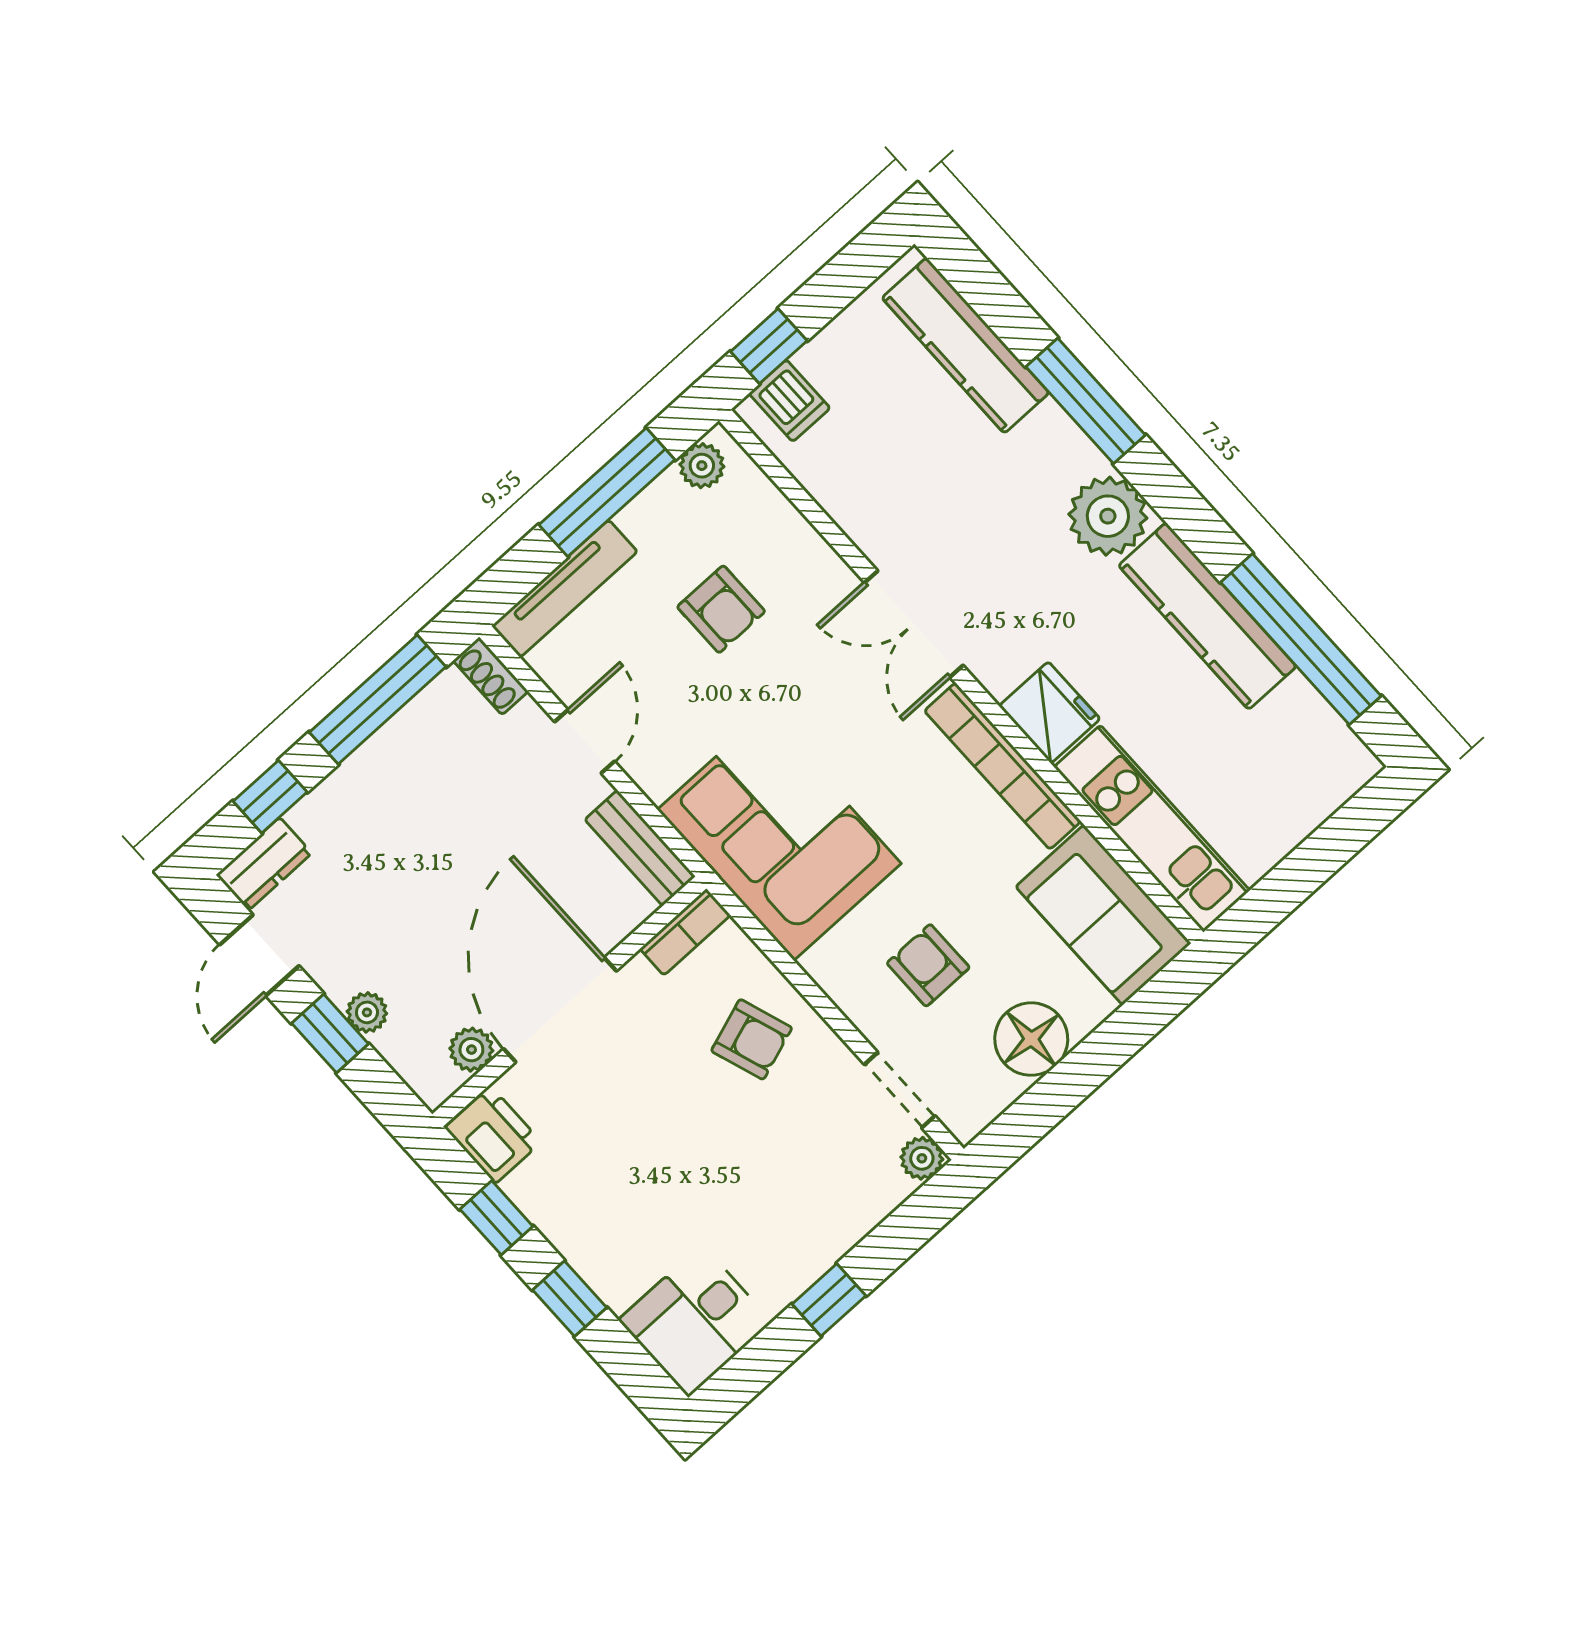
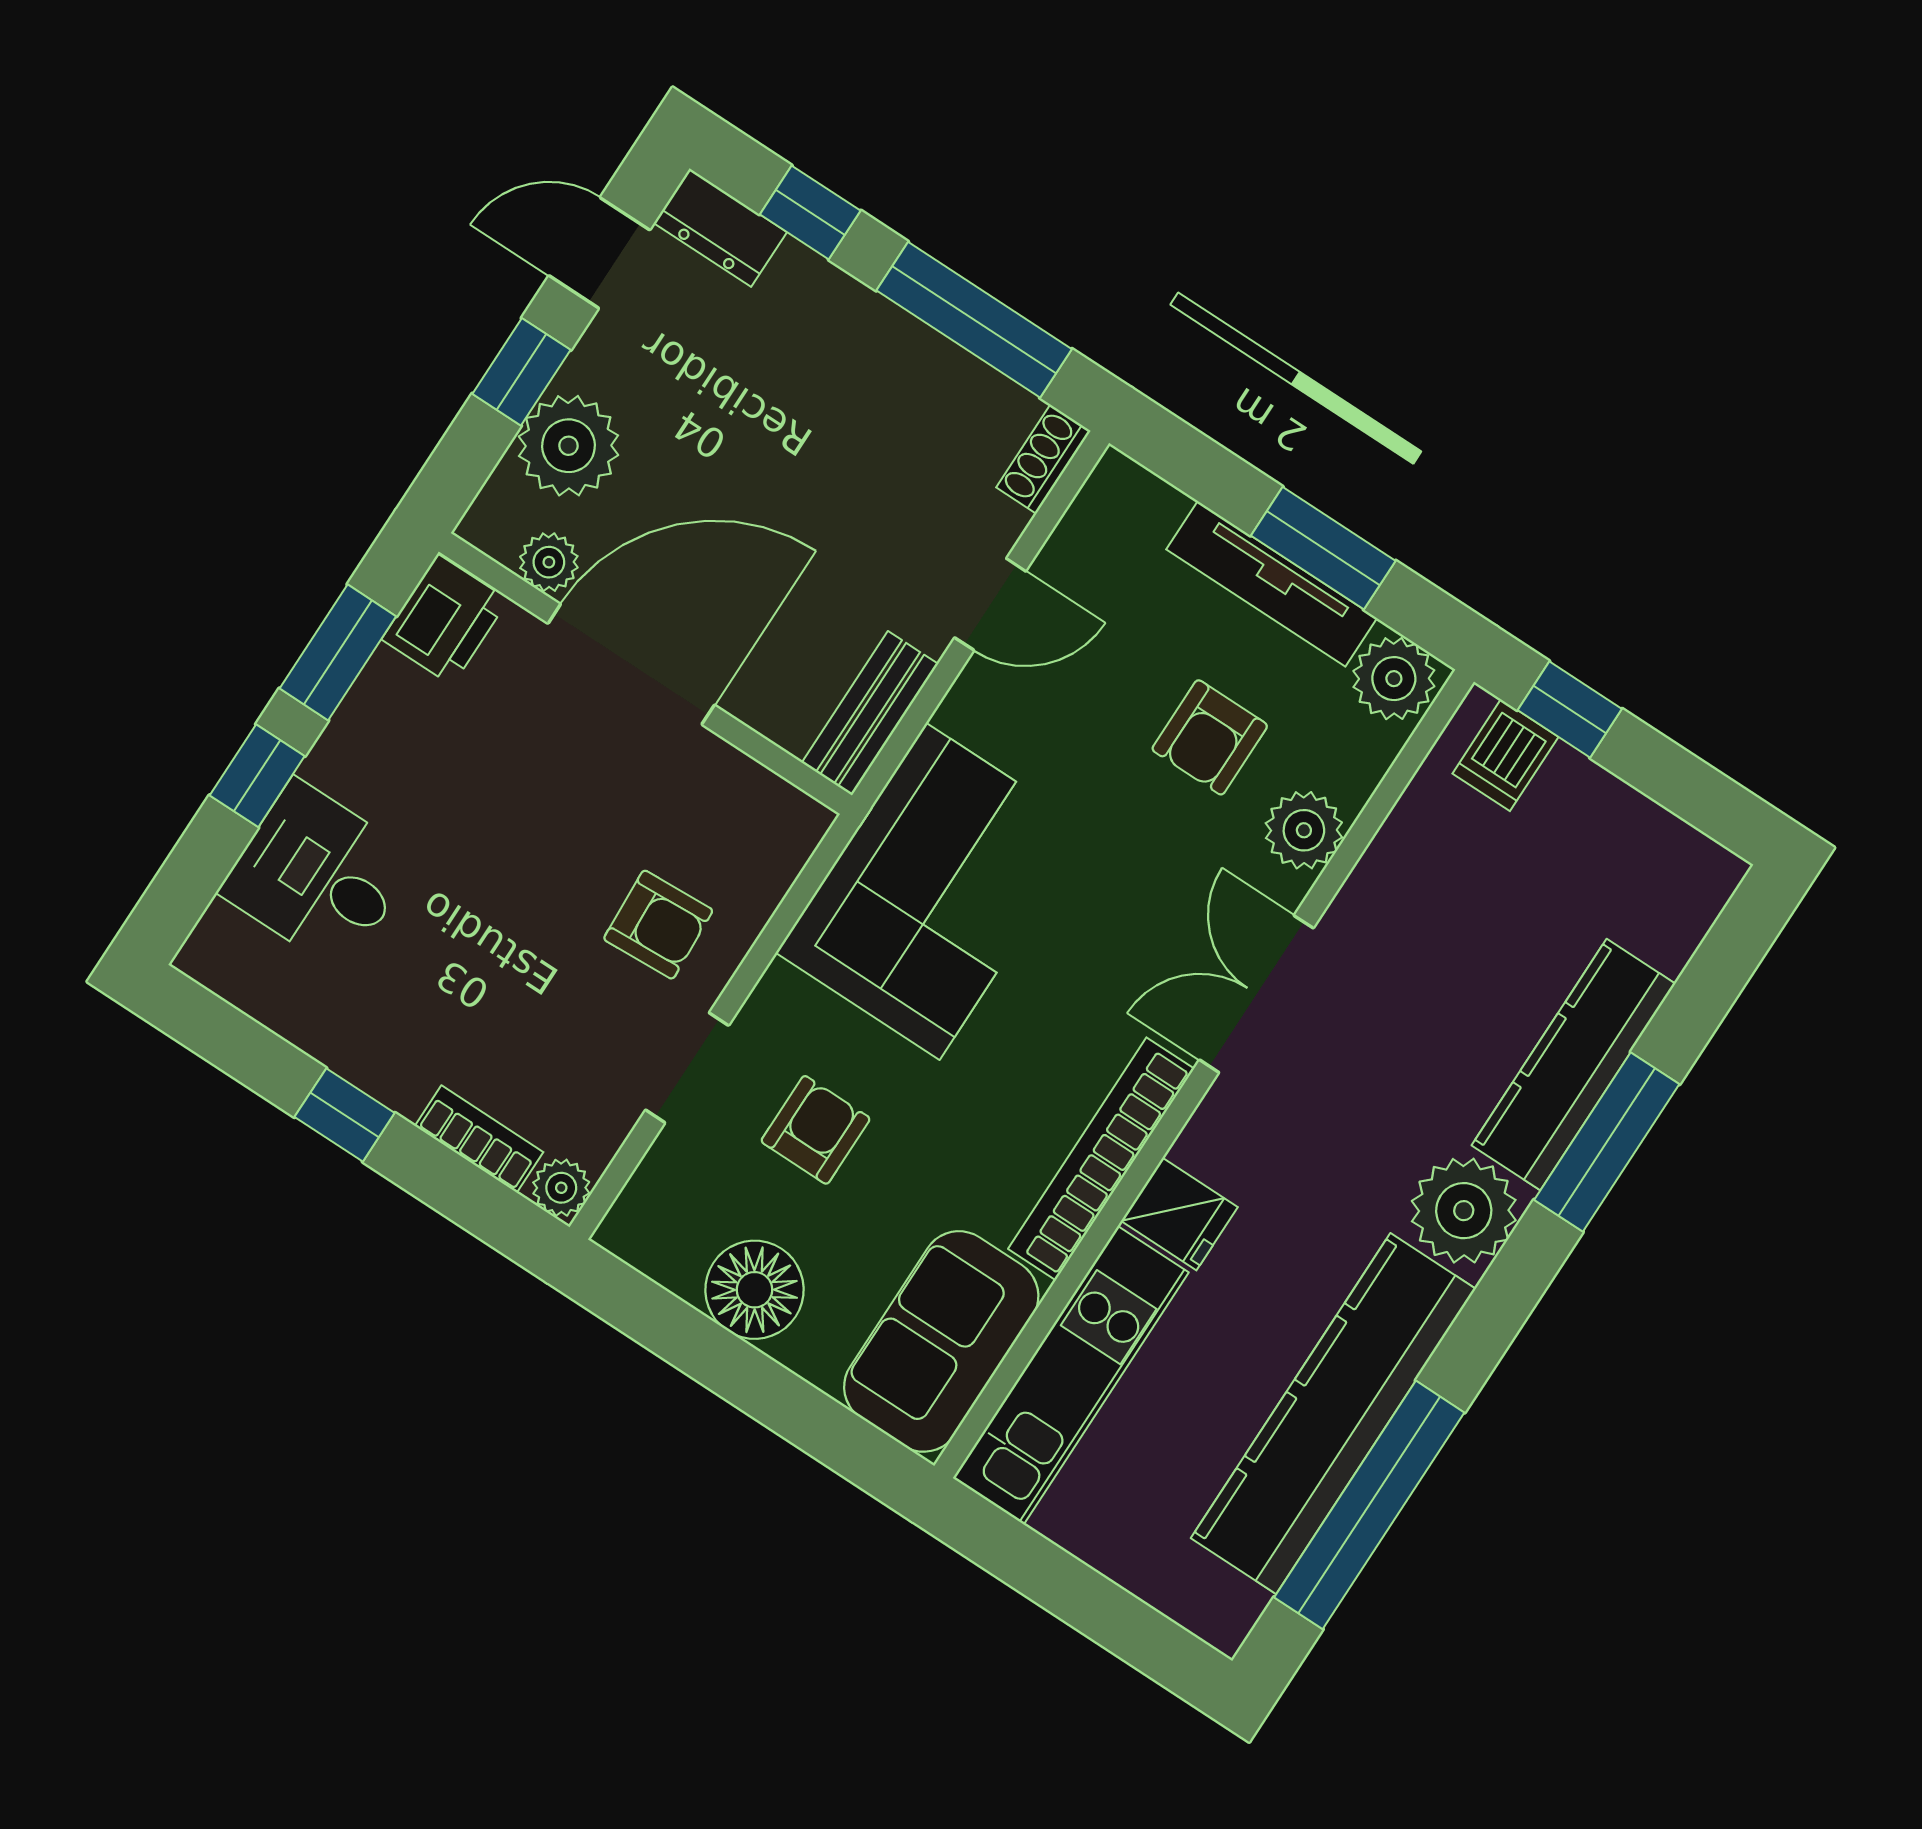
kitchen counter: (965, 345) -> (1573, 1065), moved
plant: (702, 466) -> (1394, 679), width x1.38, depth x1.38
window: (607, 492) -> (1323, 548), width x0.69
plant: (805, 559) -> (1304, 830), added
tv unit: (564, 589) -> (1272, 584), moved
kitchen counter: (1207, 616) -> (1333, 1414), width x1.39, depth x1.17
fridge: (1050, 712) -> (1179, 1214), width x0.72
bookcase: (685, 932) -> (479, 1139), moved, turned 180
plant: (367, 1012) -> (568, 446), width x1.88, depth x1.88
armchair: (752, 1039) -> (658, 925), turned -74
doorway: (900, 1090) -> (687, 1068), moved
window: (496, 1218) -> (338, 652), width x1.50
desk: (695, 1321) -> (318, 875), moved

